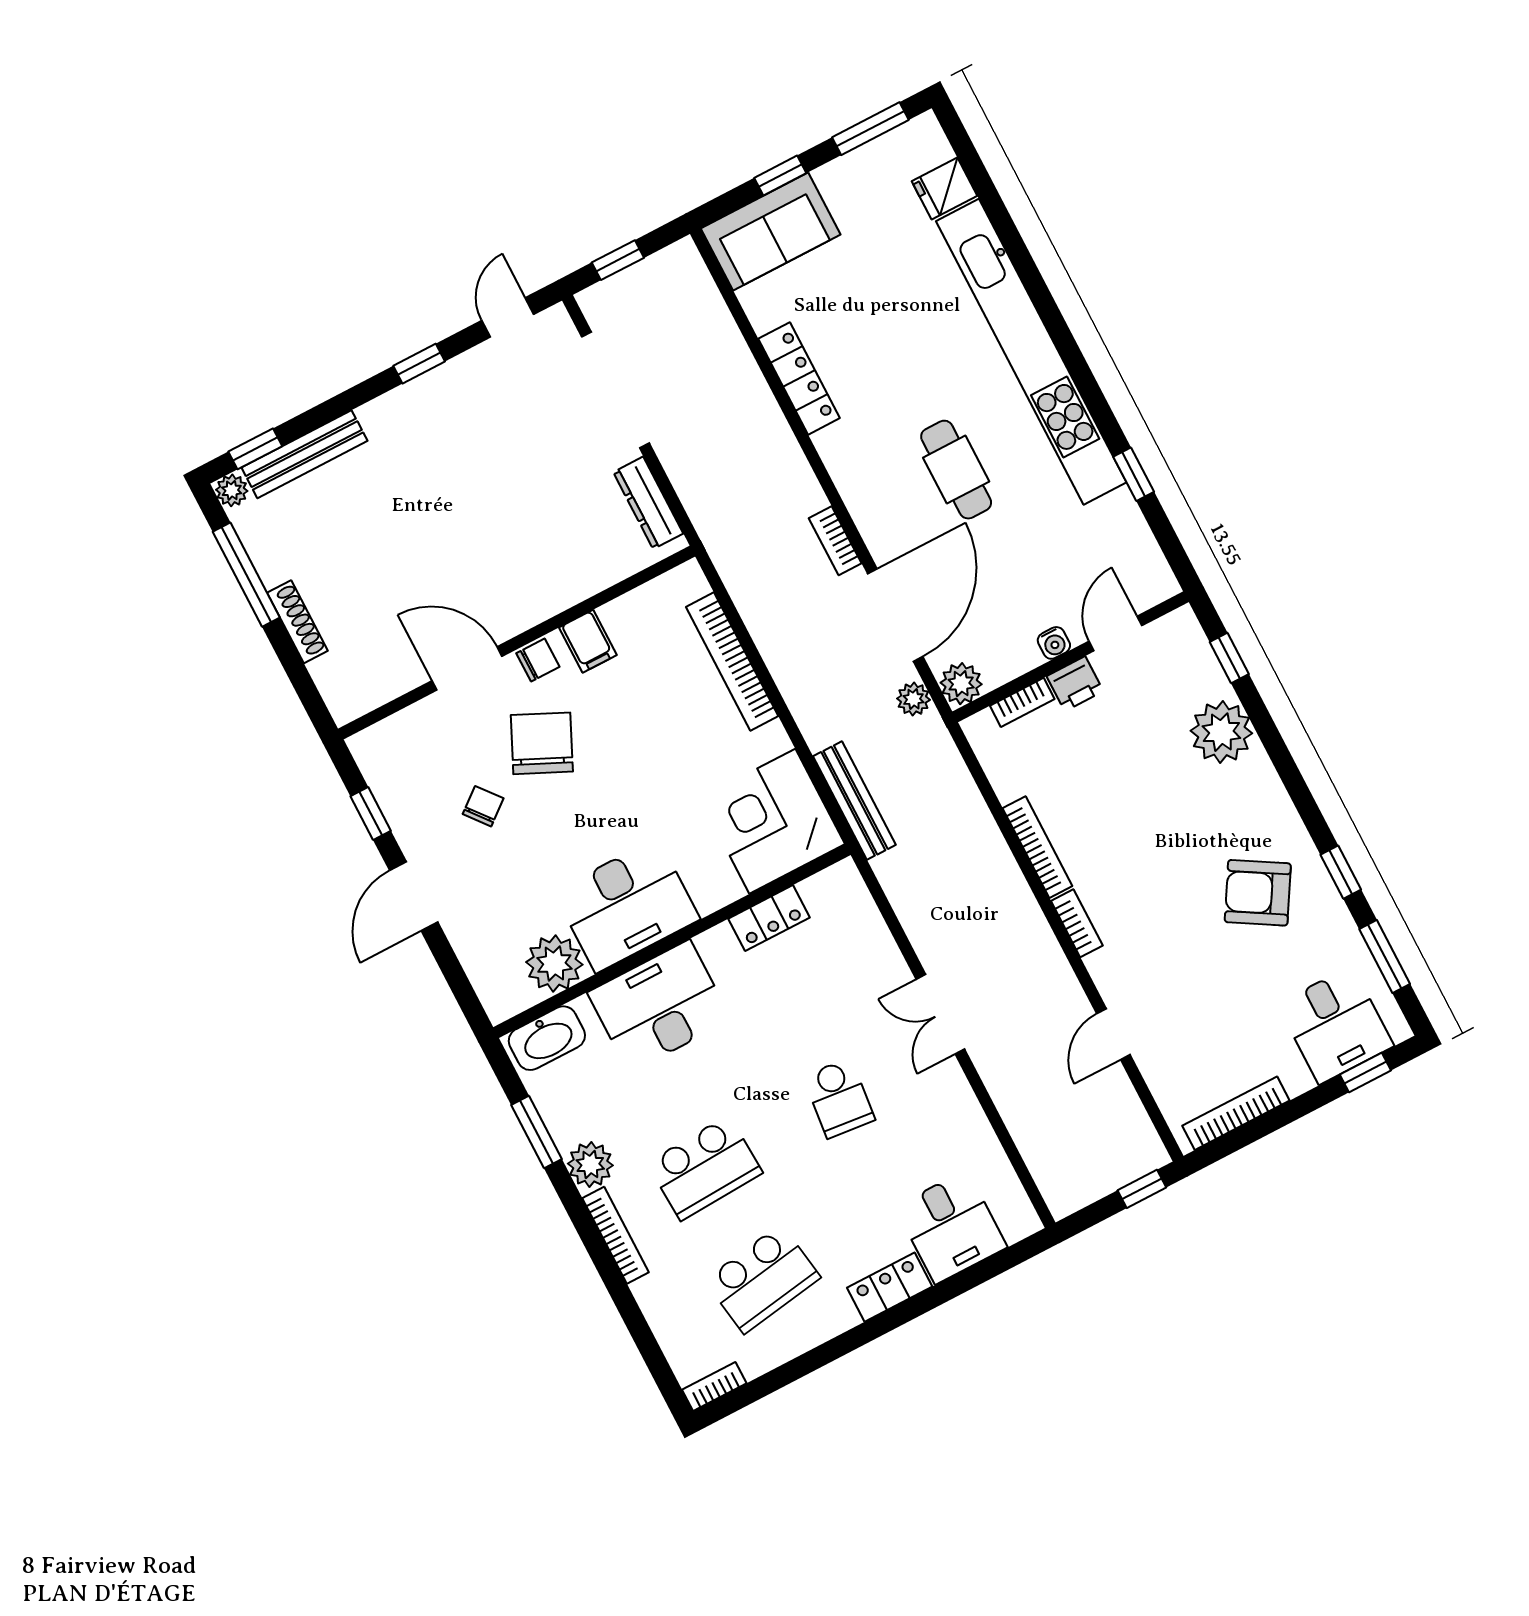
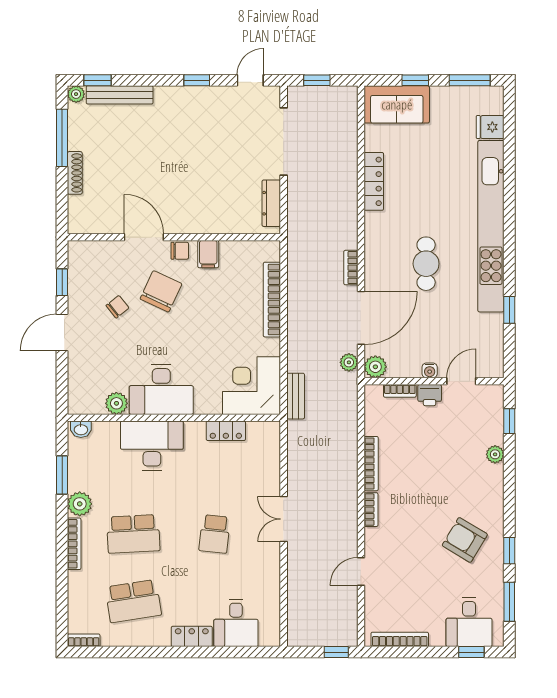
plant: (1221, 732) -> (495, 454), width x0.53, depth x0.53
bench: (854, 801) -> (296, 396), width x0.73
plant: (554, 963) -> (116, 403), width x0.73, depth x0.73
washbasin: (547, 1038) -> (81, 429), width x0.52, depth x0.69

